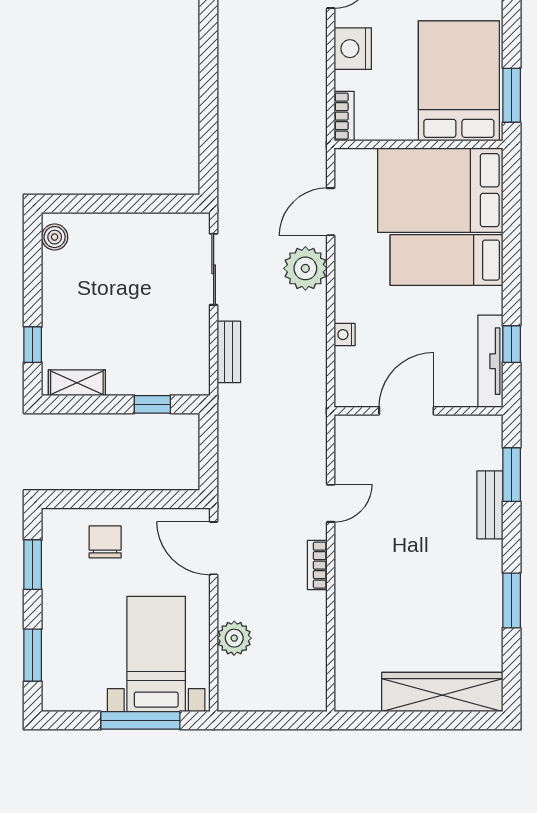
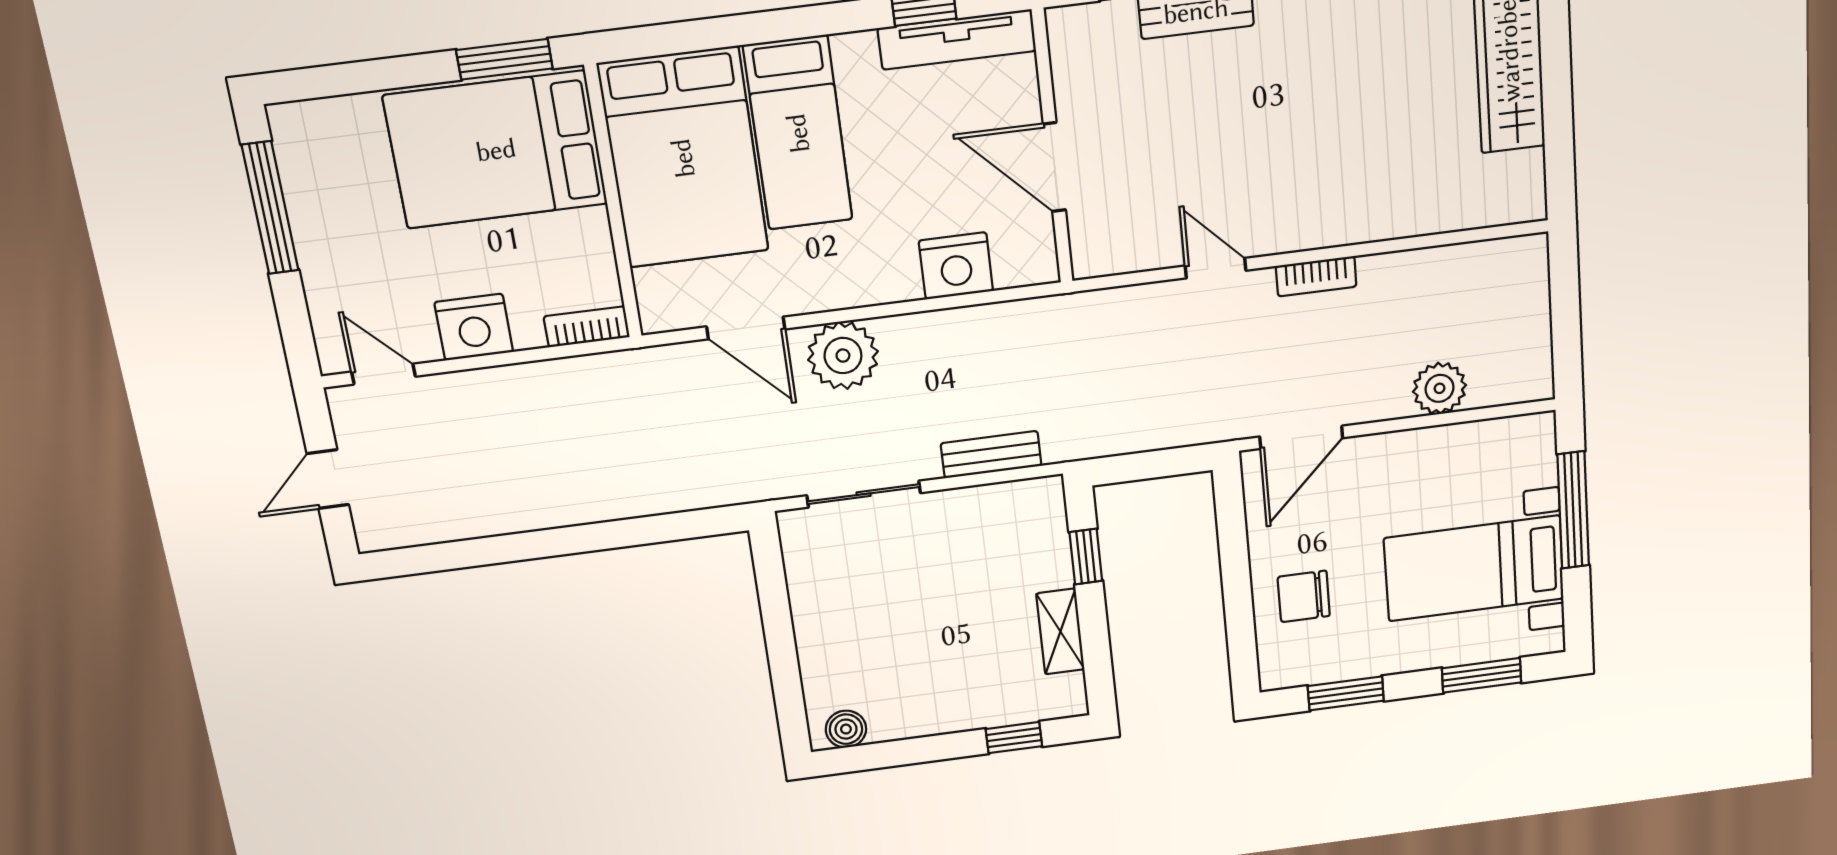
nightstand: (345, 335) -> (956, 266), width x1.89, depth x1.79
shelving: (77, 383) -> (1060, 632), moved
bed with nightstands: (156, 654) -> (1474, 568), moved

